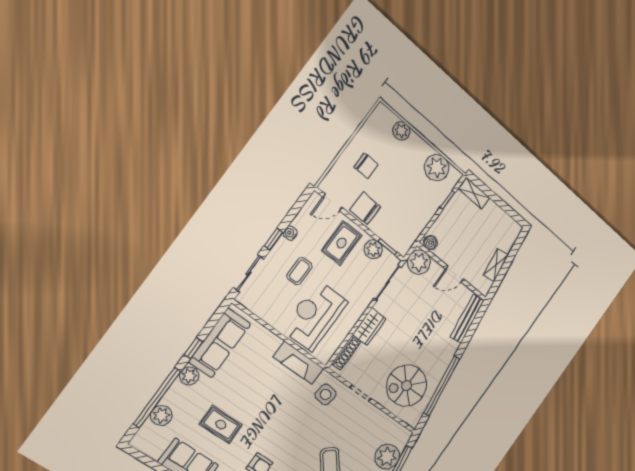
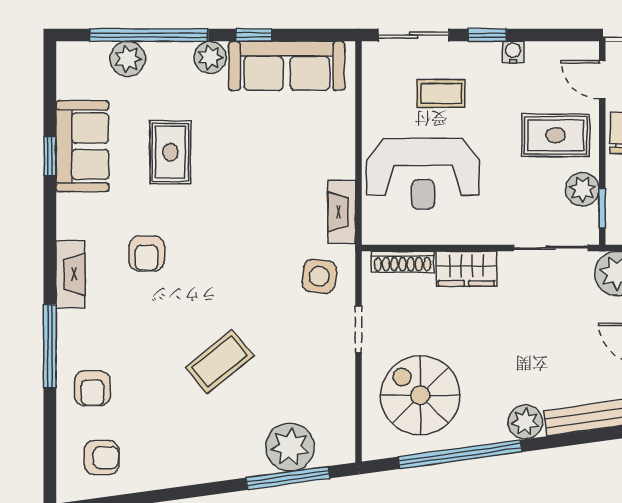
coffee table: (299, 271) -> (441, 93), moved
reception desk: (315, 316) -> (423, 174), turned 180
plant: (449, 348) -> (525, 422), added
fireplace: (298, 363) -> (342, 212), width x0.73, depth x0.76

